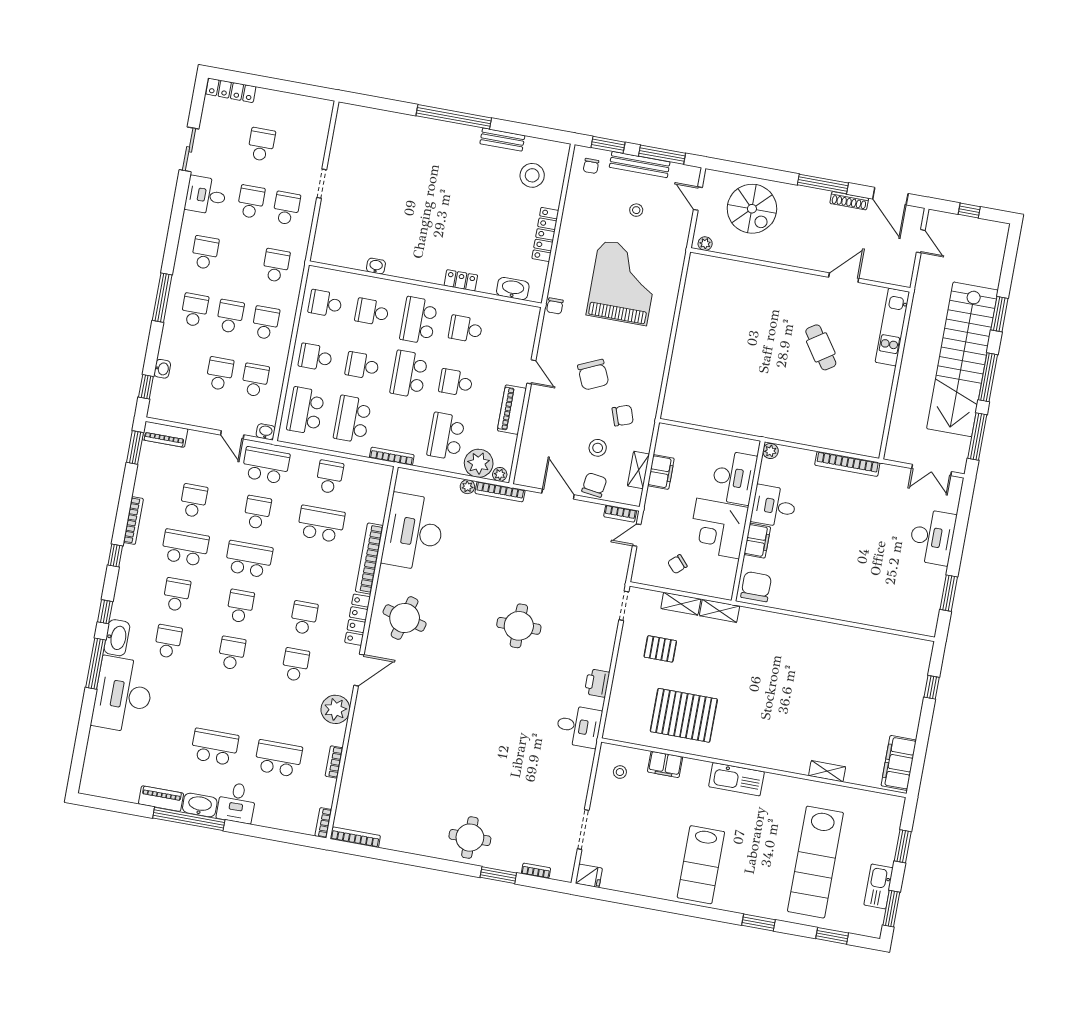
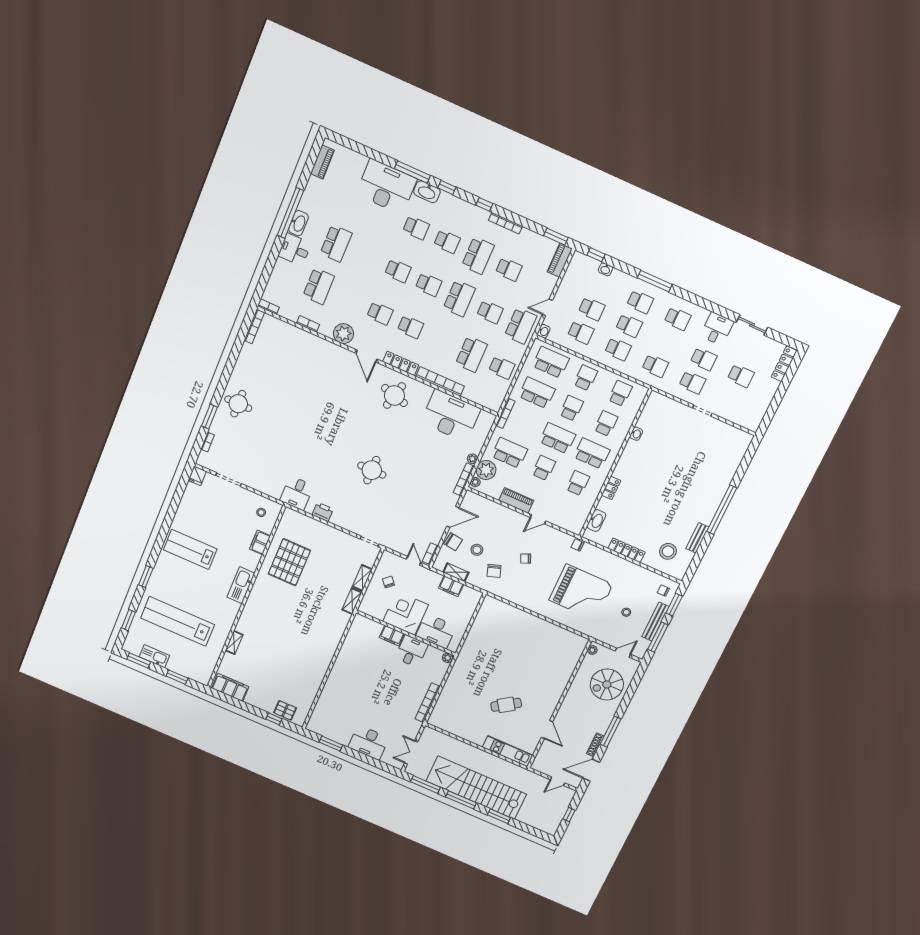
chair: (593, 375) -> (526, 559), width x0.54, depth x0.54
chair: (756, 587) -> (362, 628), removed
pallet: (660, 649) -> (285, 710), moved, turned 90
piano: (161, 799) -> (322, 162), moved

